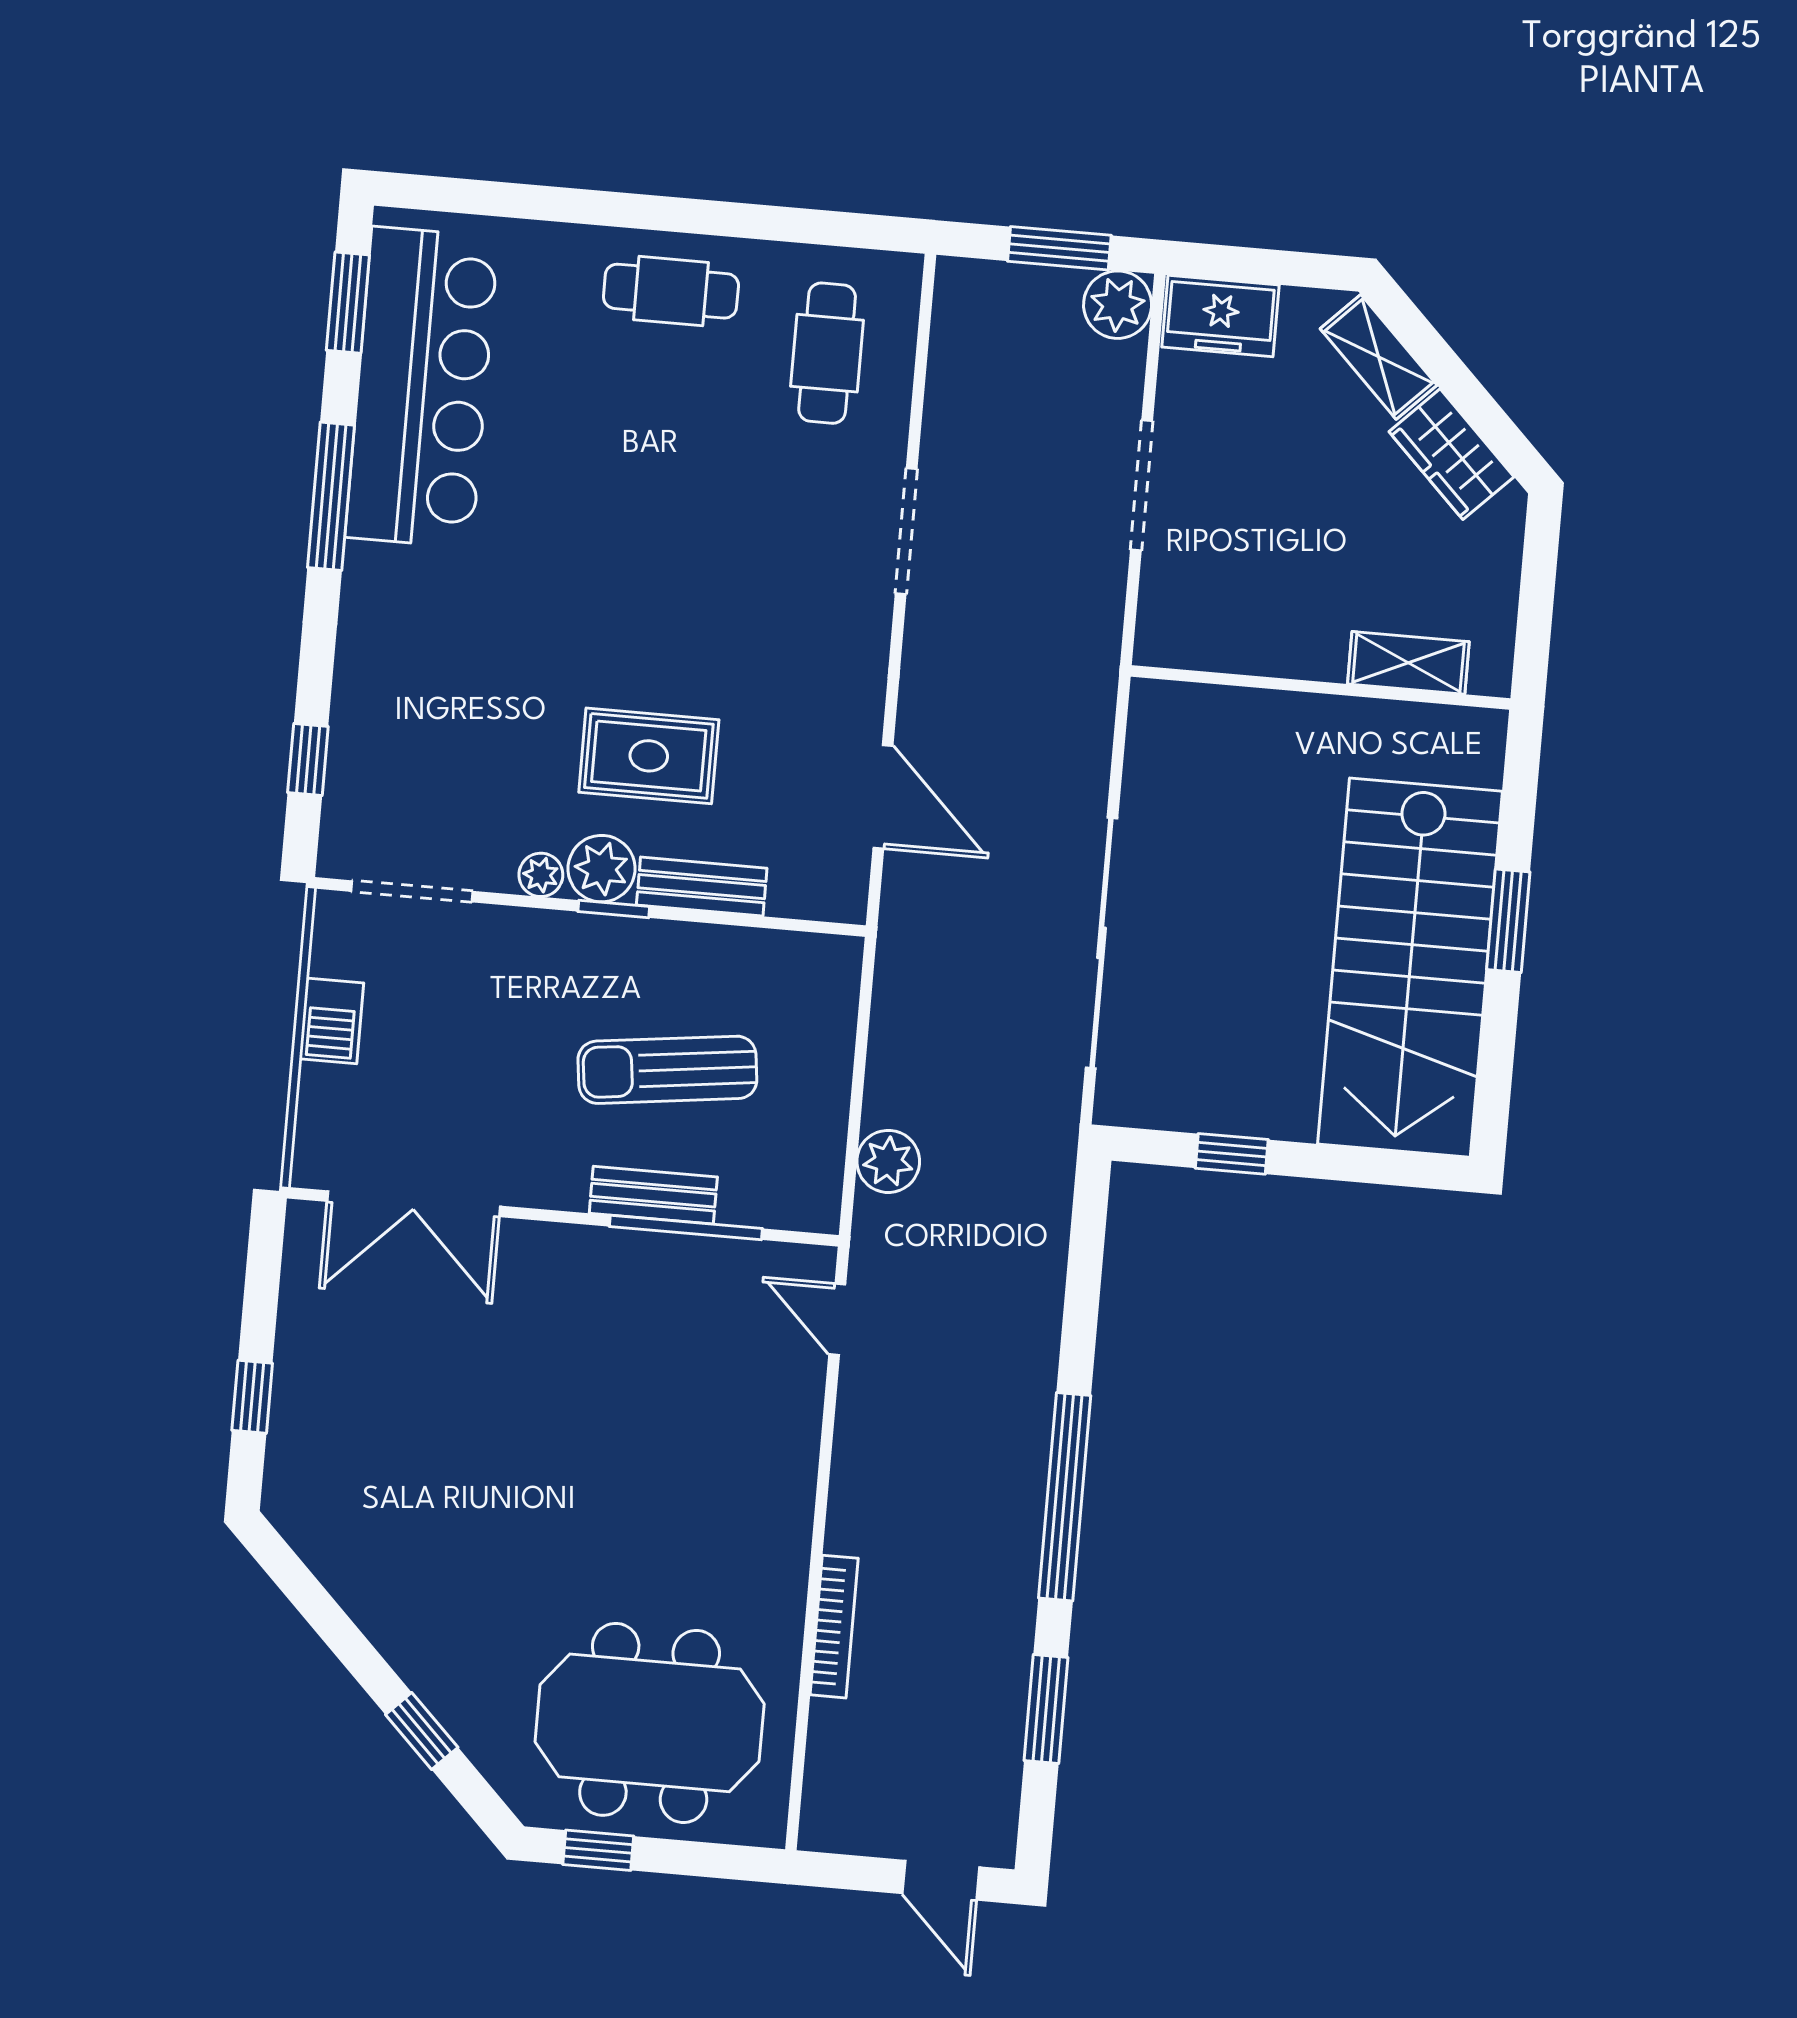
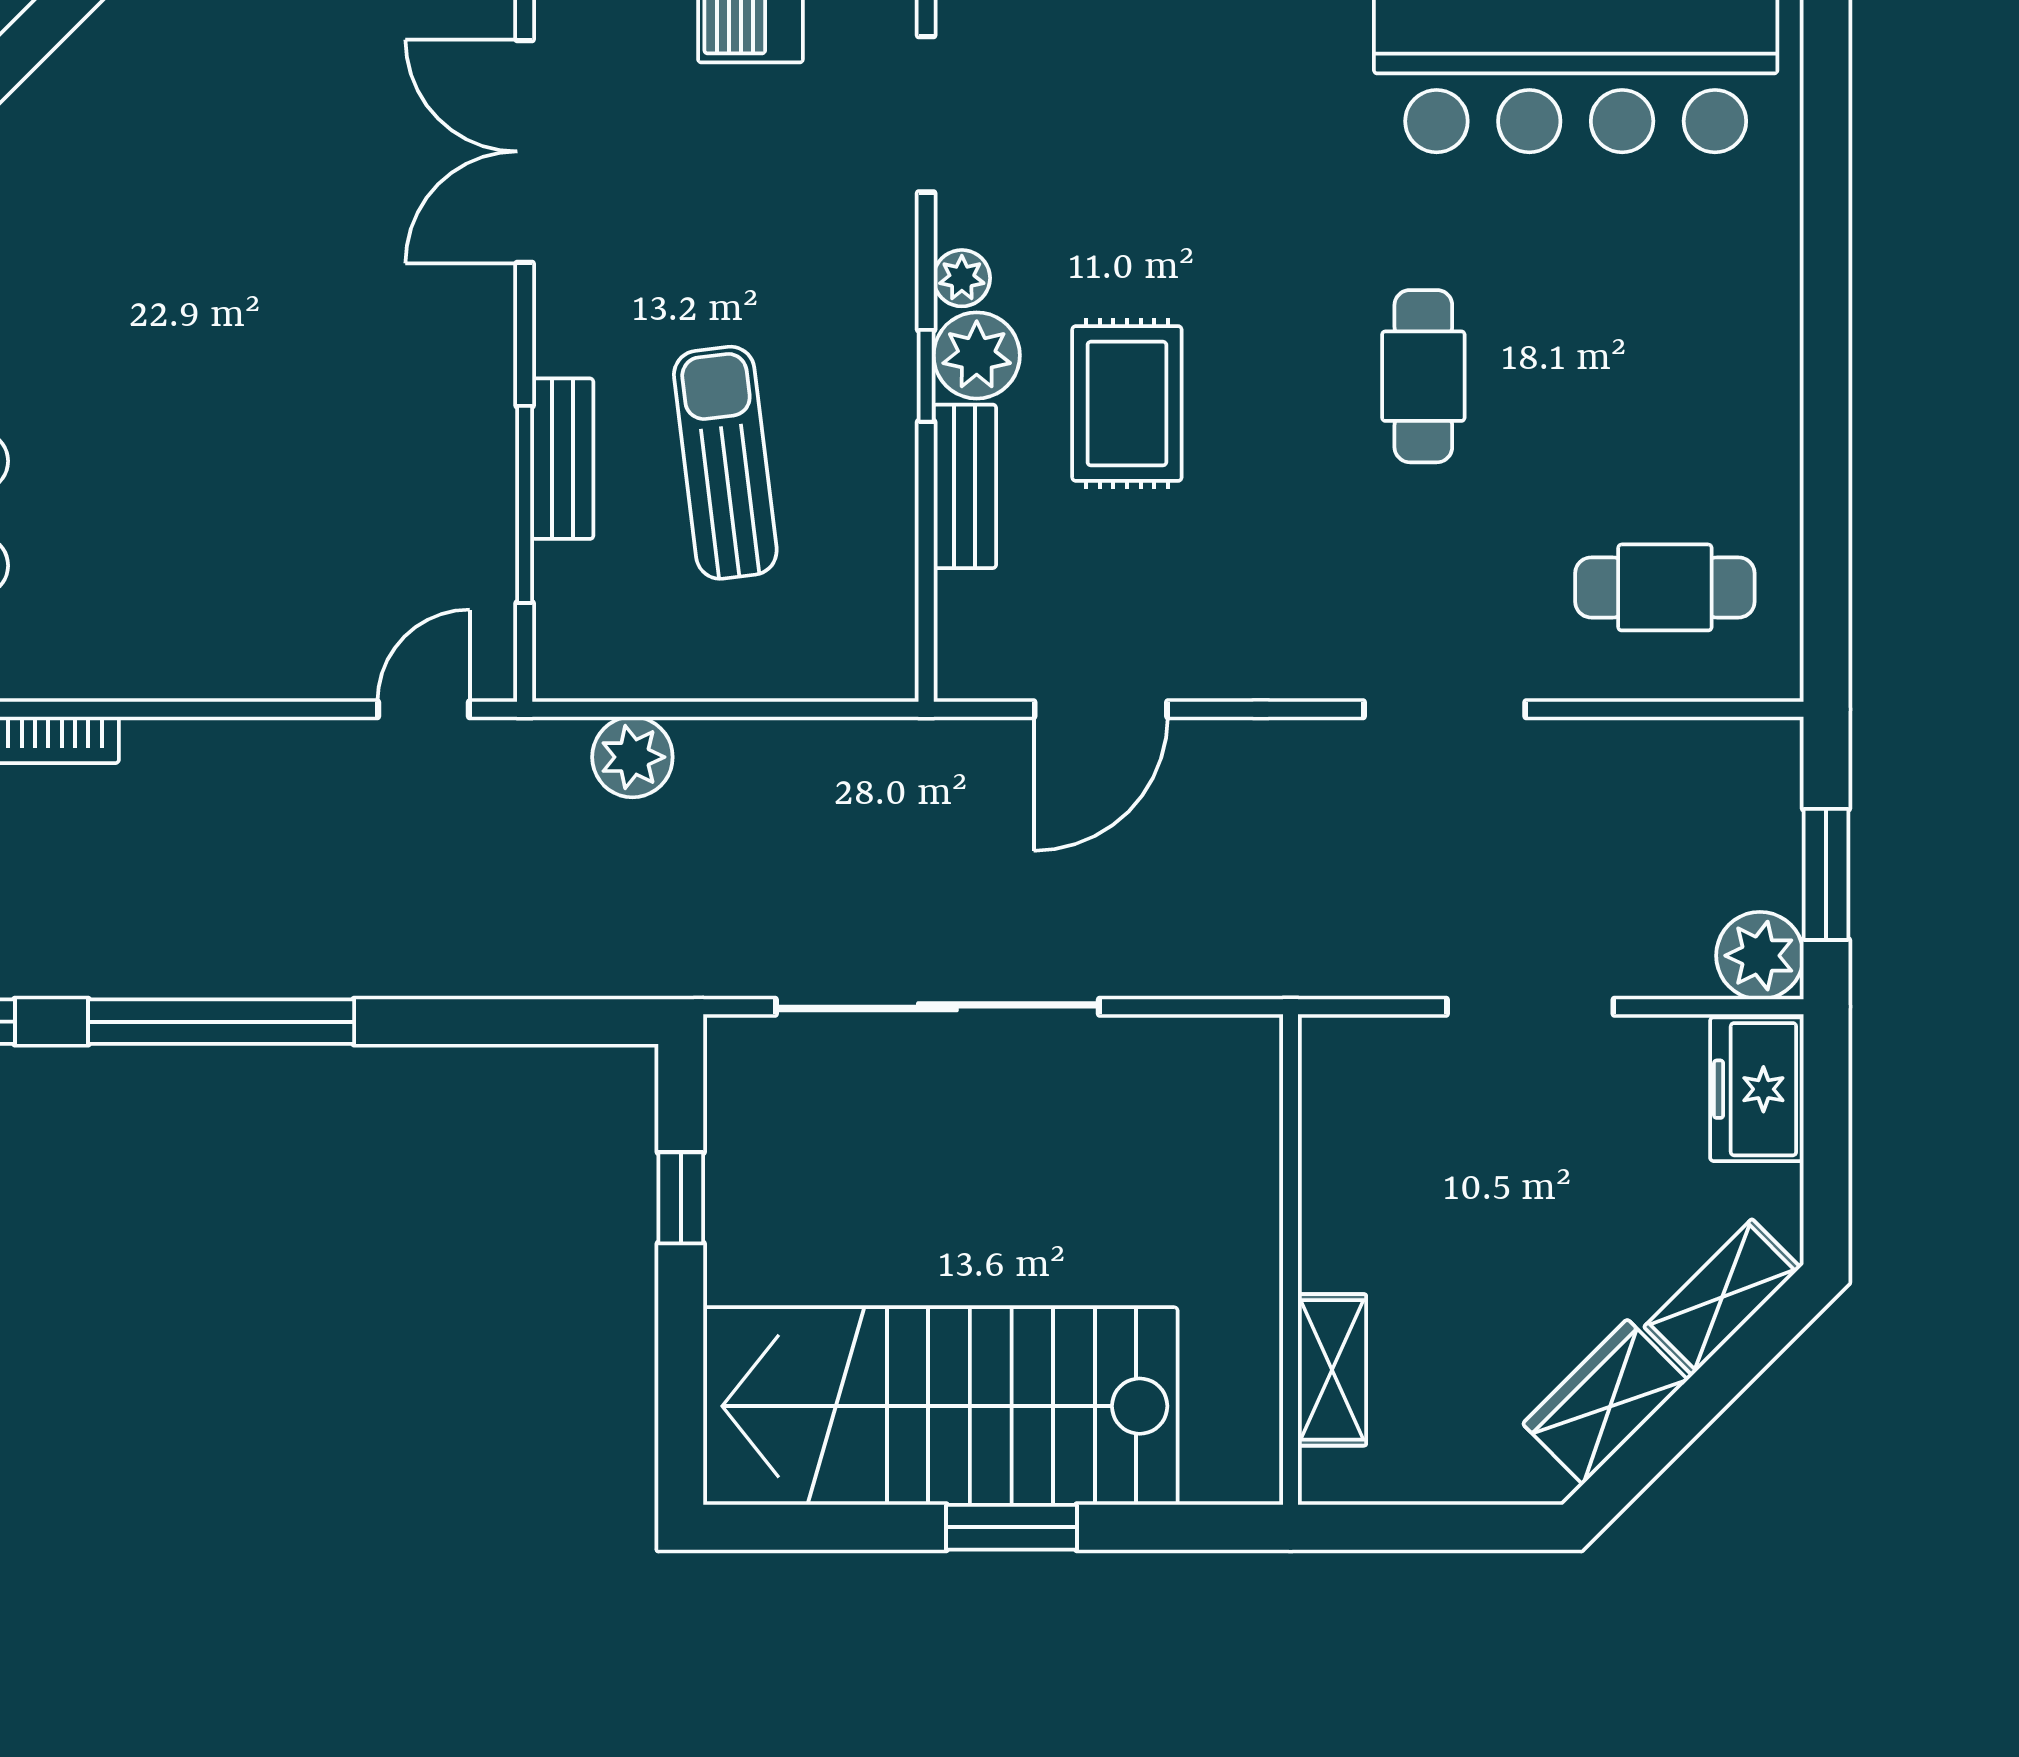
cafe table: (671, 291) -> (1423, 376), moved

